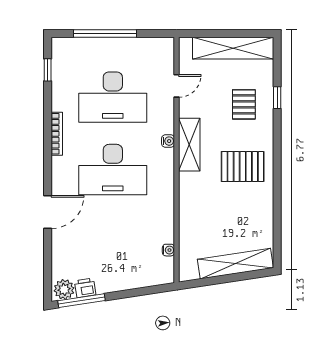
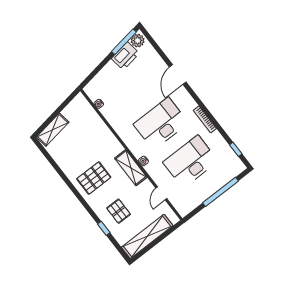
shelving: (235, 264) -> (53, 130), width x0.68
printer: (85, 288) -> (125, 56), width x1.87, depth x1.48

